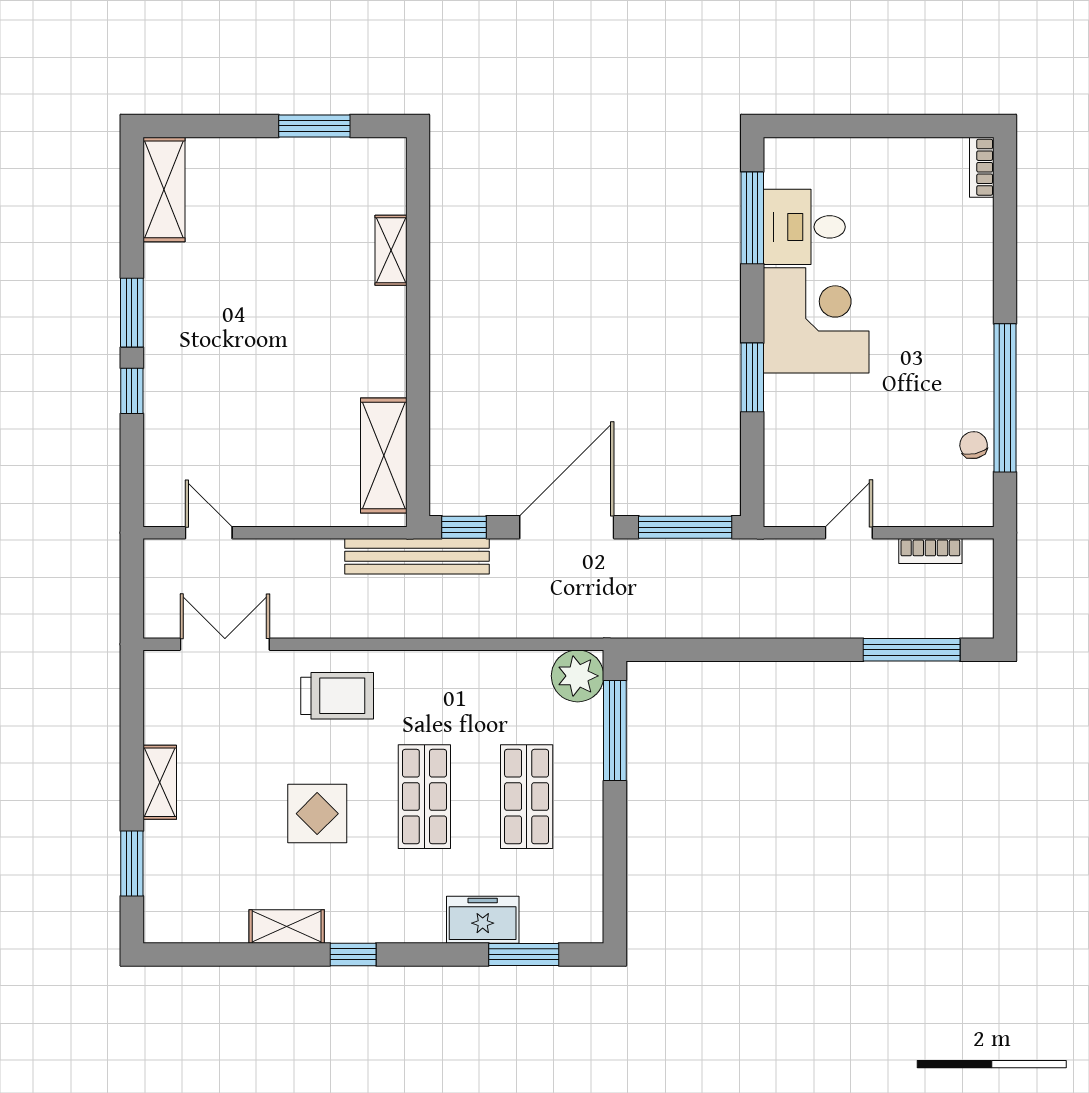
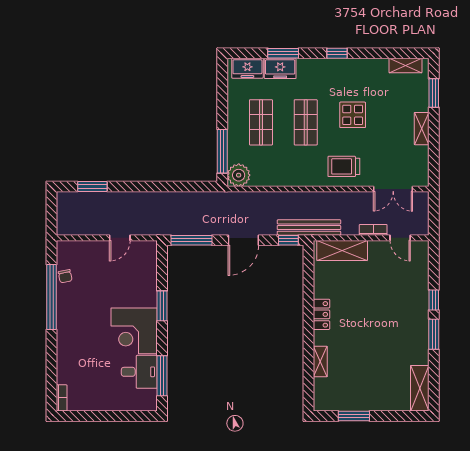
locker: (388, 358) -> (322, 314), added
shelving: (384, 456) -> (342, 250), moved, turned 90
door: (567, 527) -> (243, 240), width x0.73
bookcase: (930, 551) -> (373, 230), moved
window: (912, 650) -> (92, 187), width x0.69
freezer: (557, 920) -> (247, 68), added
shelving: (287, 926) -> (405, 65), moved
window: (524, 954) -> (283, 53), moved

